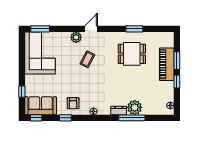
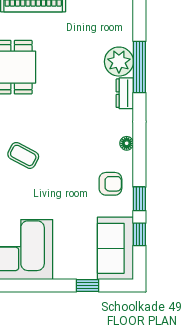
window: (36, 118) -> (139, 234), moved

